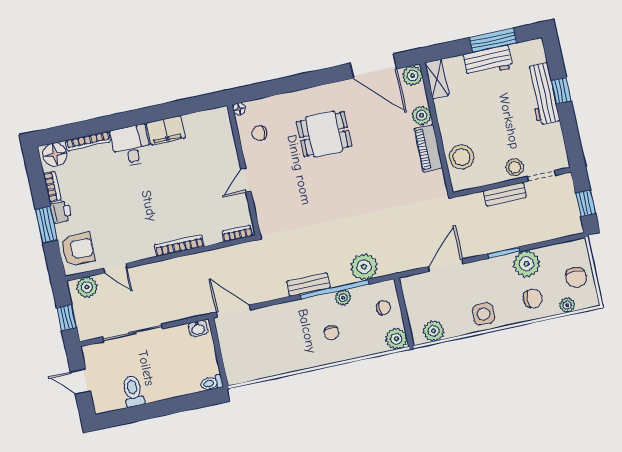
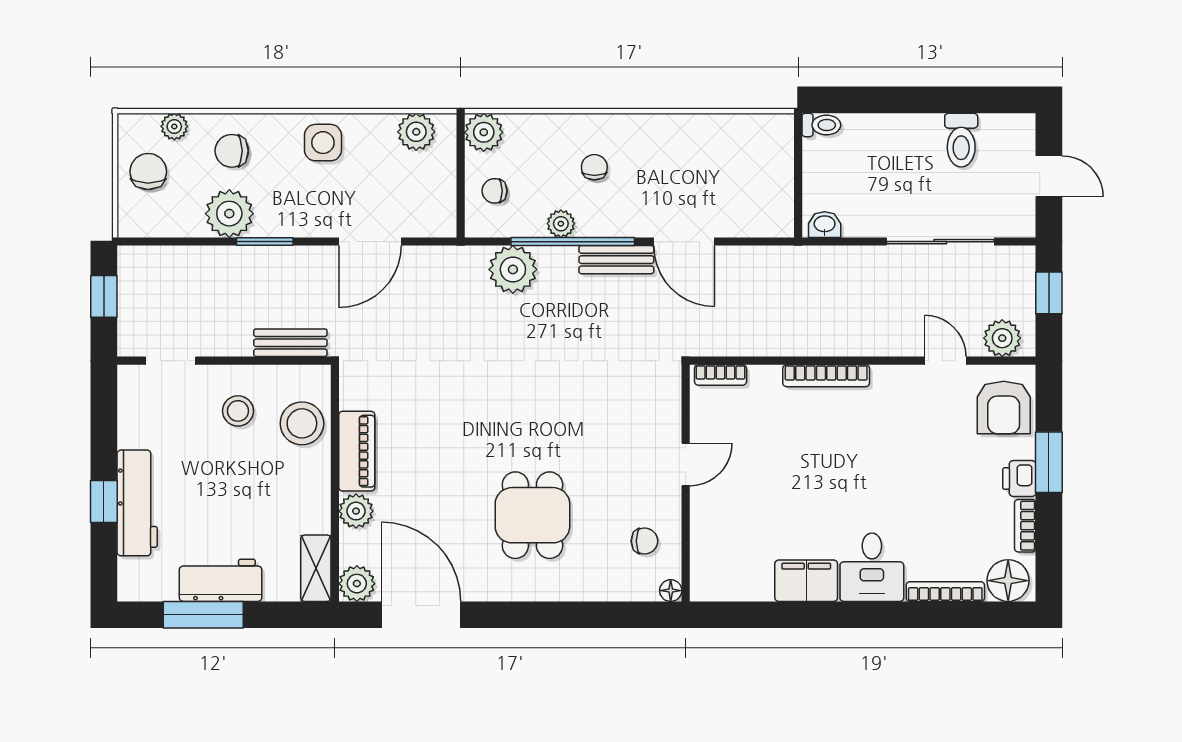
dining table: (324, 134) -> (532, 515), turned 90
stool: (515, 167) -> (238, 411), moved
bench: (505, 194) -> (290, 343), moved
armchair: (78, 249) -> (1004, 407), turned -90
door: (233, 311) -> (684, 242), moved

